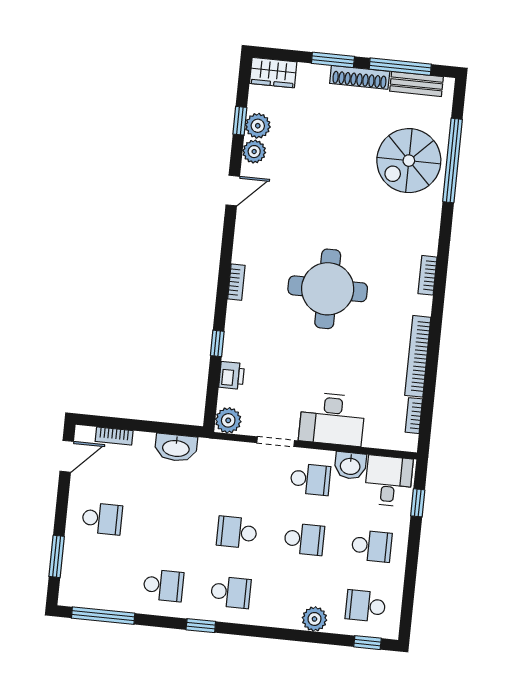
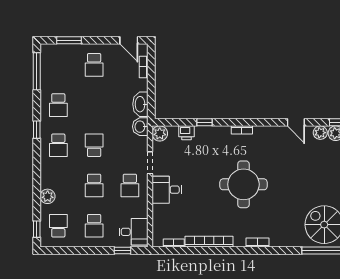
desk: (332, 419) -> (167, 190), width x0.73
washbasin: (350, 466) -> (140, 127), moved

